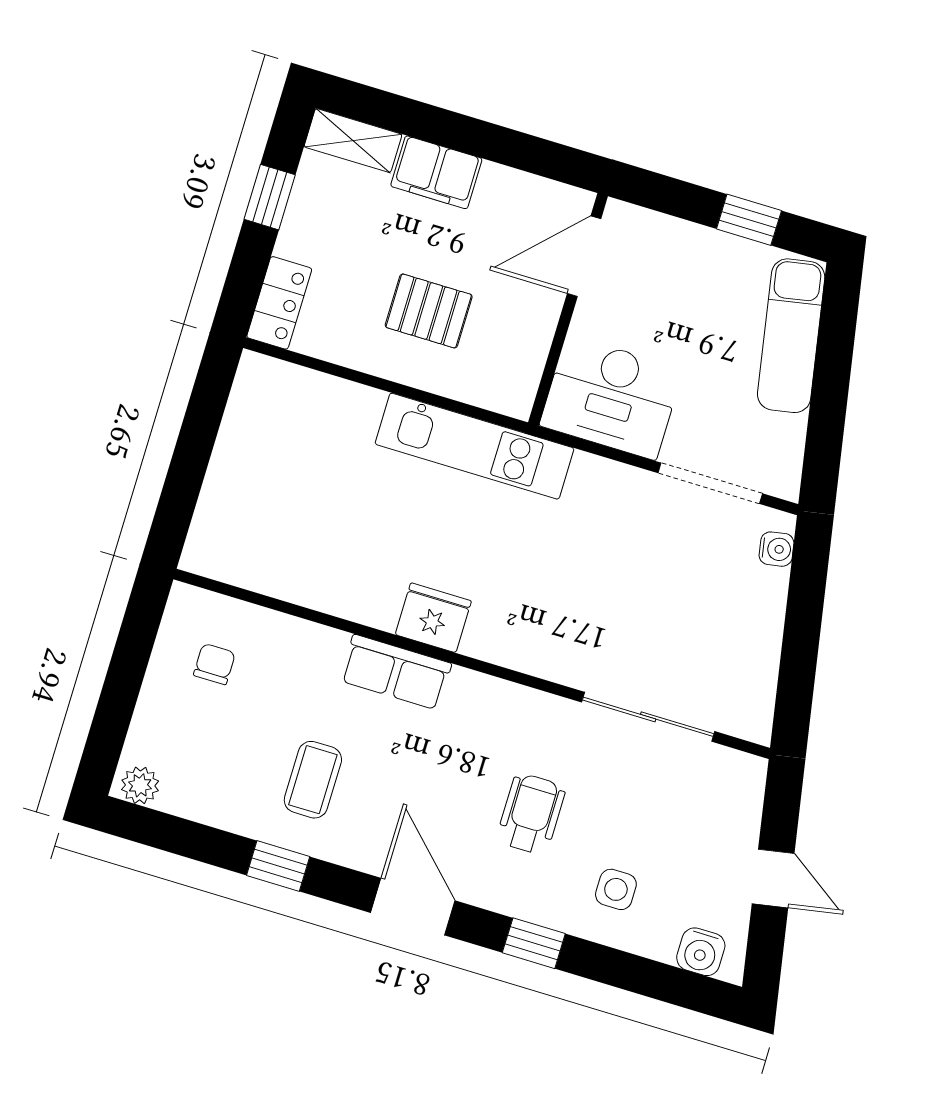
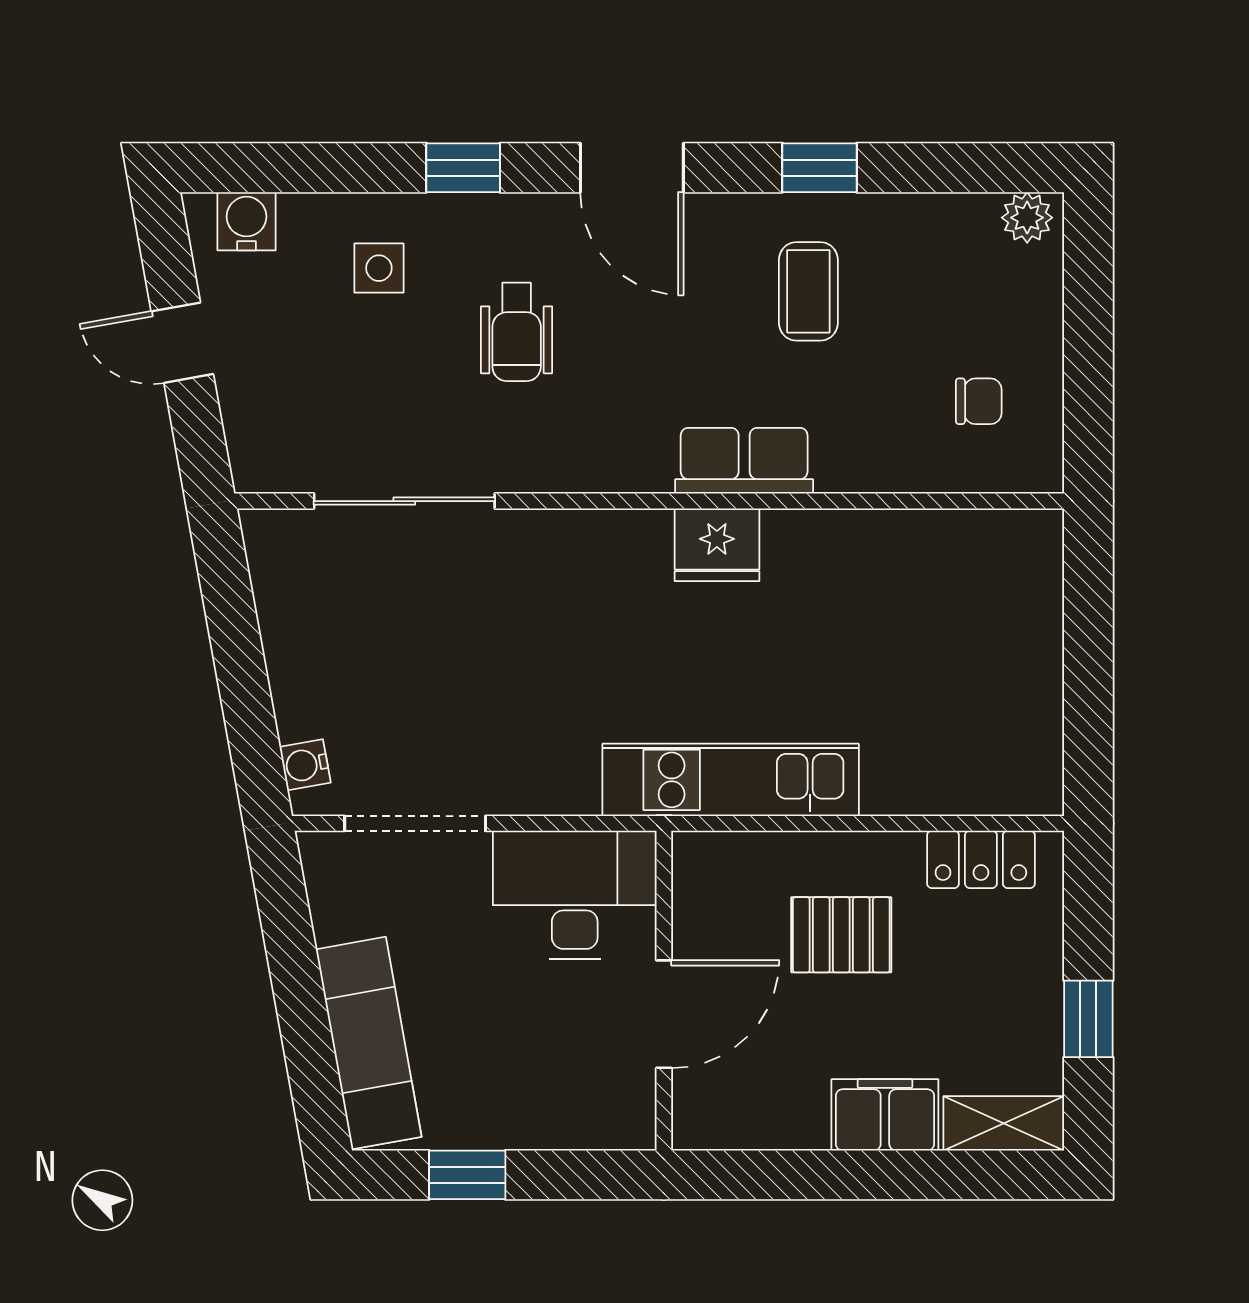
door: (584, 256) -> (664, 1014), moved
locker: (279, 303) -> (981, 859), moved, turned -90
chair: (214, 664) -> (979, 401), turned -90

